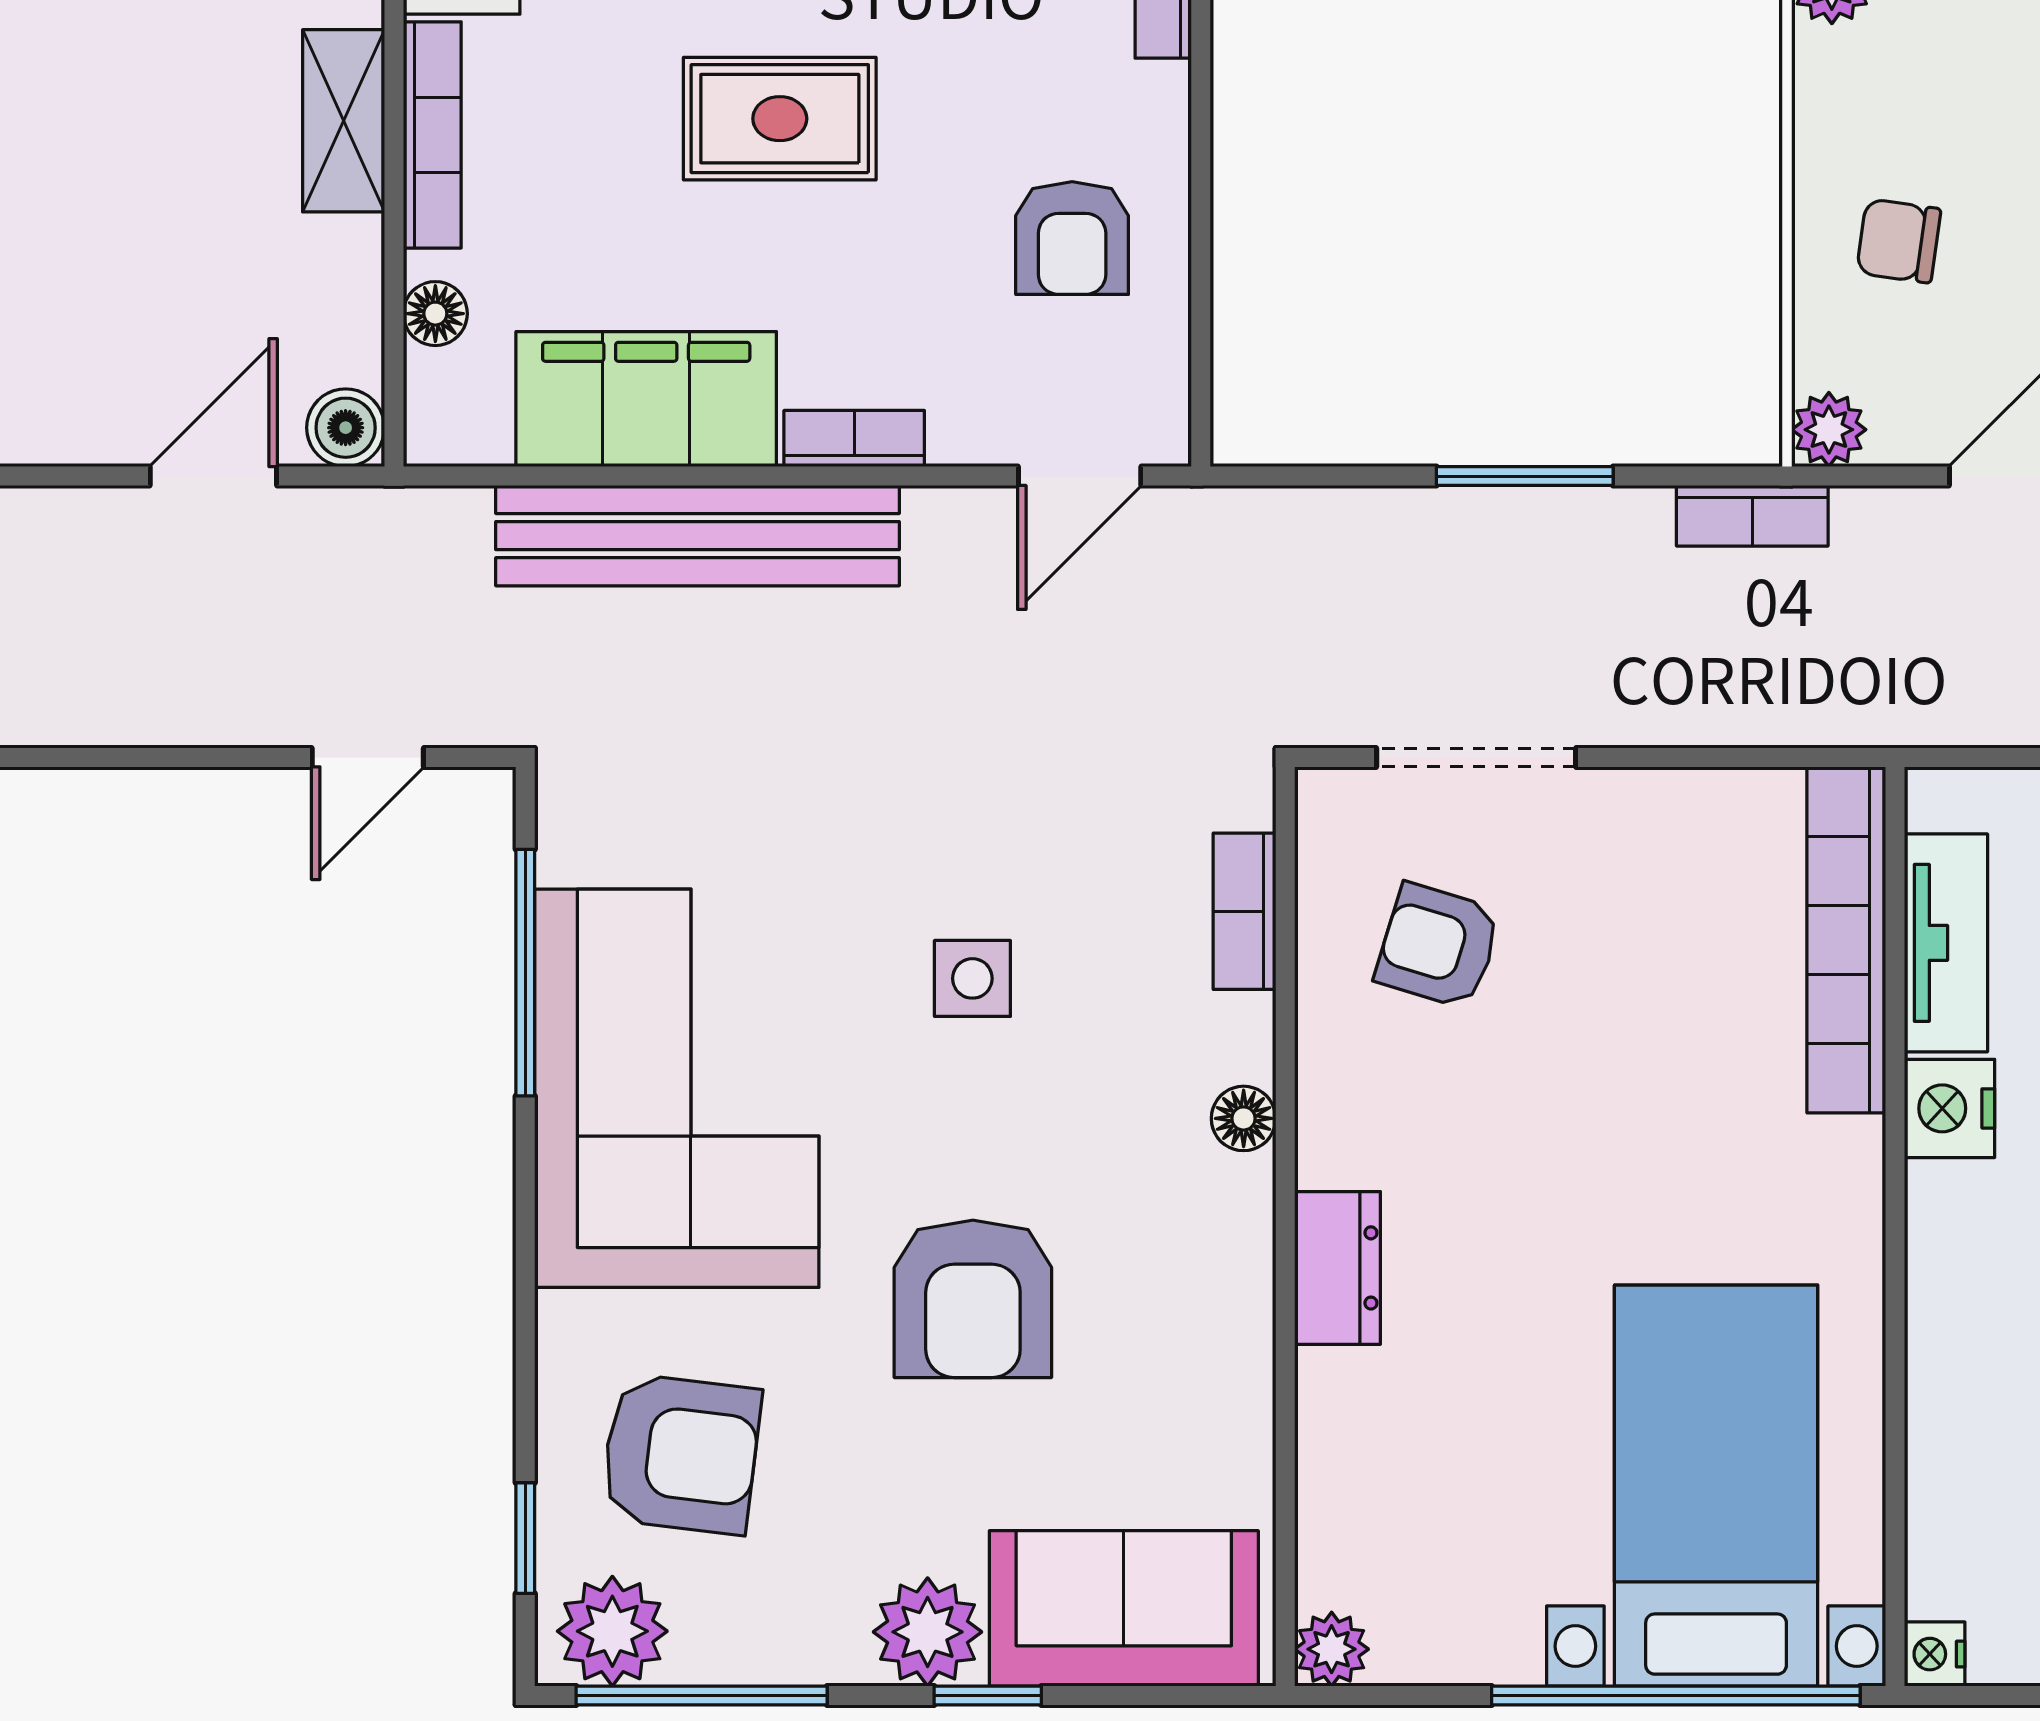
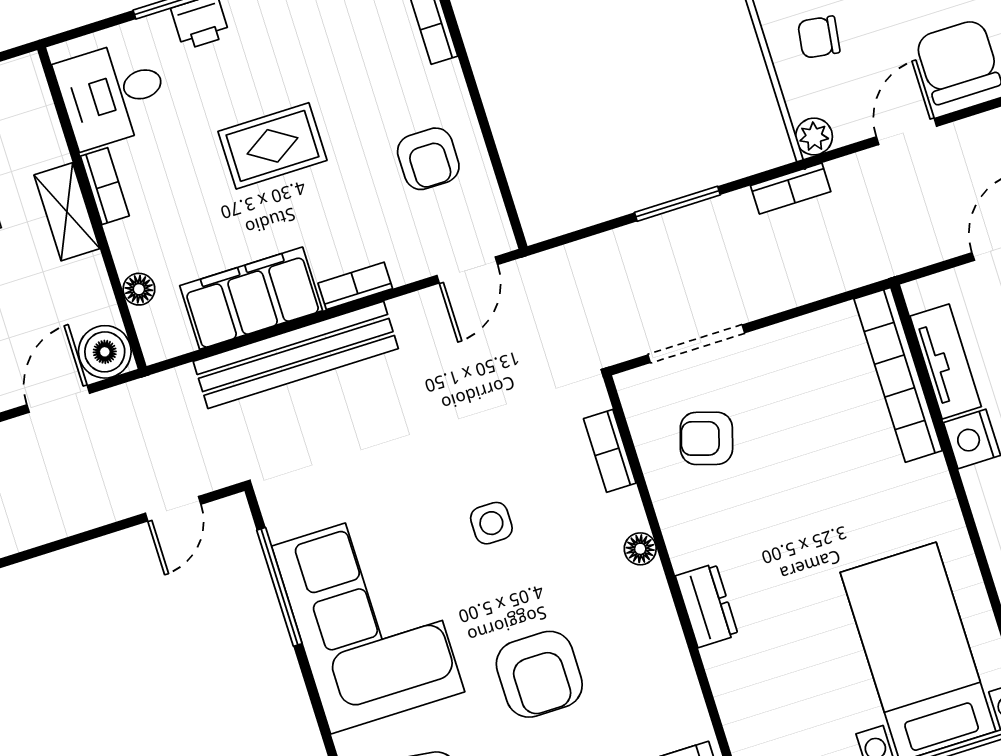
bookcase: (432, 135) -> (105, 186), width x0.64
boiler: (346, 428) -> (105, 352), width x1.36, depth x1.36

